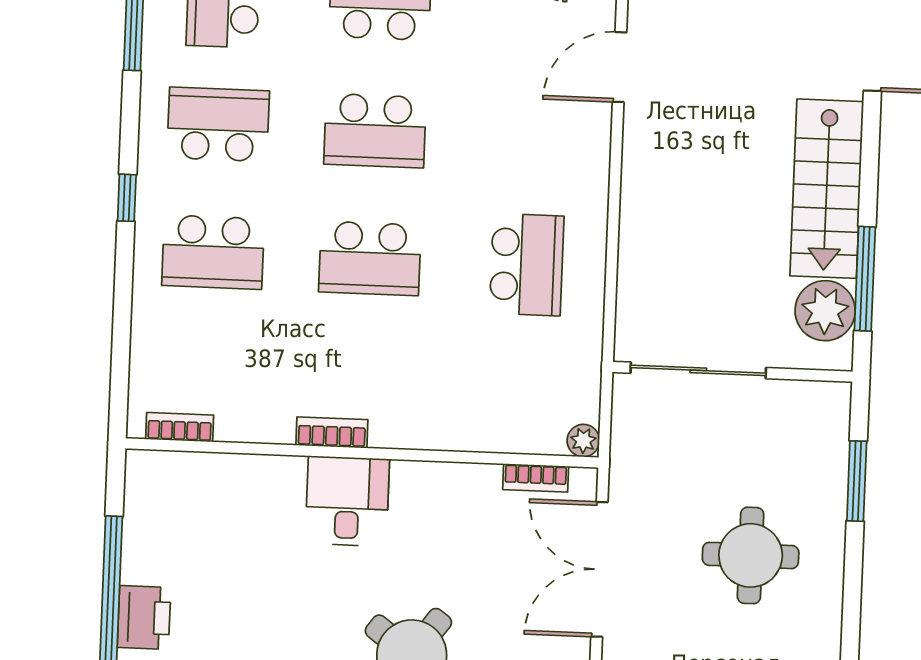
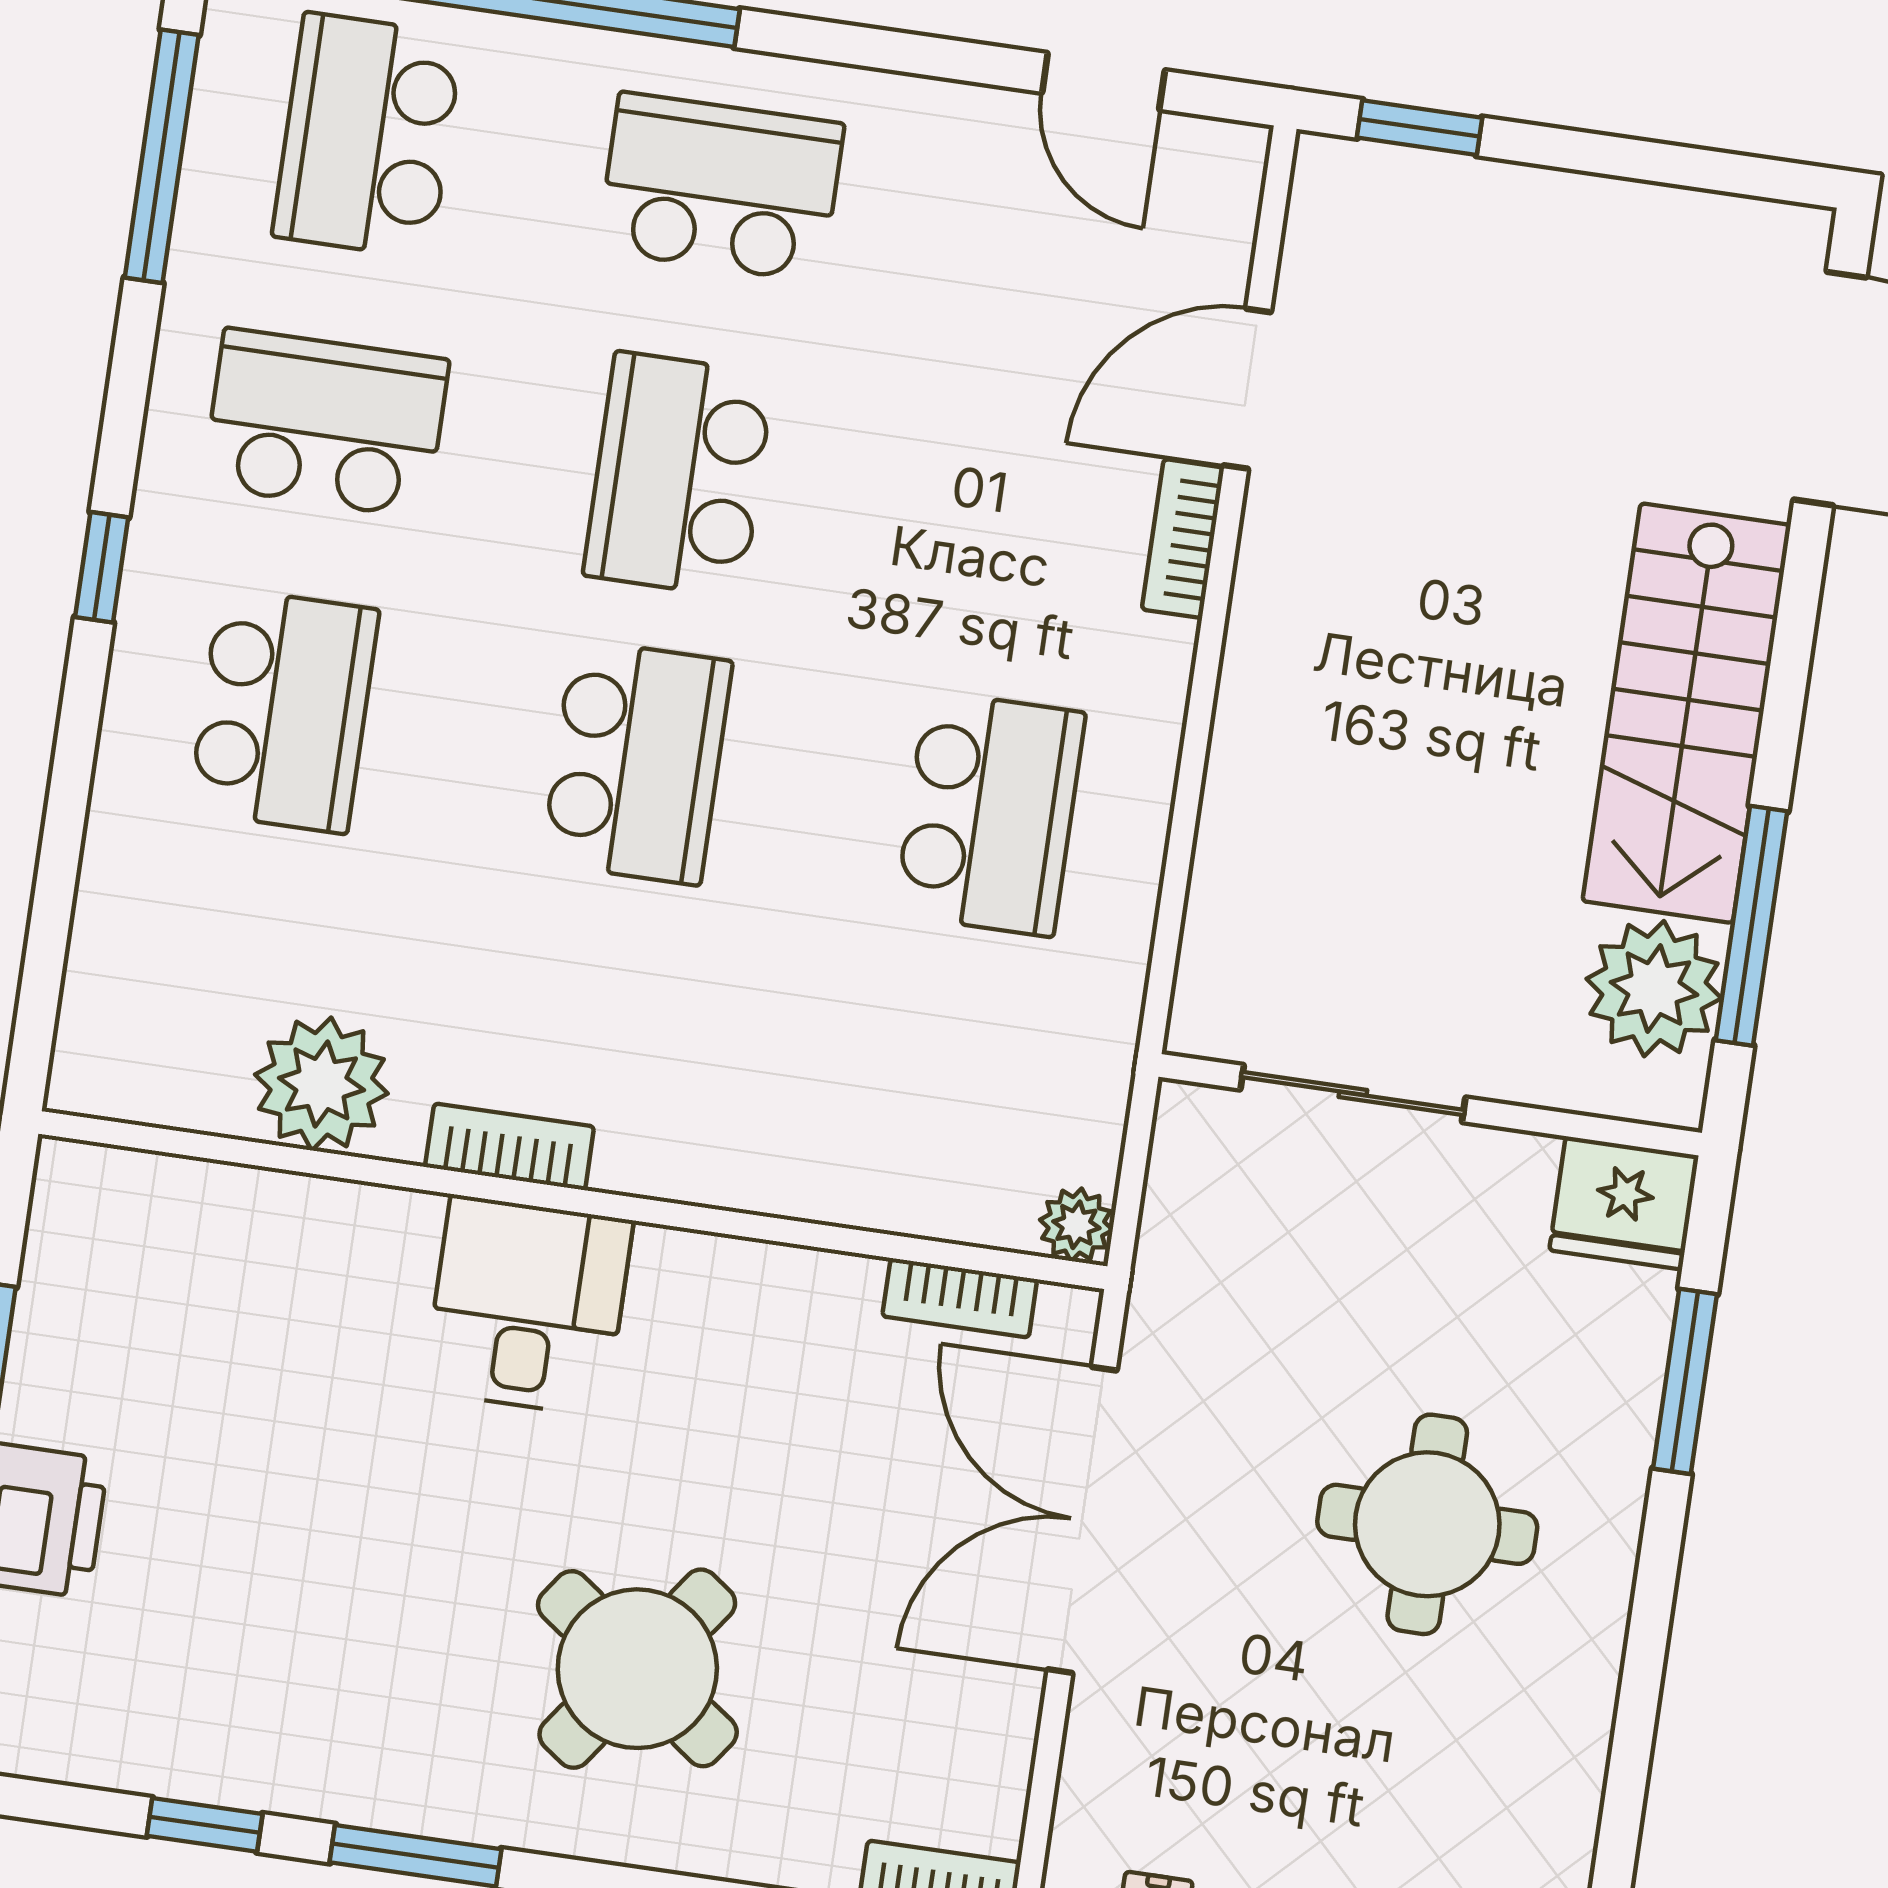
school desk: (375, 131) -> (679, 475), turned 90
school desk: (213, 252) -> (284, 711), turned -90
school desk: (370, 258) -> (637, 762), turned -90
sliding door: (698, 370) -> (1353, 1093), width x0.73
fridge: (822, 406) -> (1624, 1203), added
plant: (247, 414) -> (321, 1084), added
bookcase: (180, 427) -> (1183, 539), moved, turned -90

